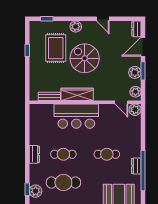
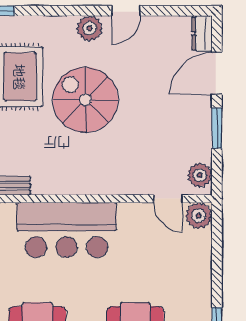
door: (103, 19) -> (126, 11), hinge flipped
plant: (76, 27) -> (90, 28), moved
plant: (135, 72) -> (198, 132), removed
wardrobe: (77, 94) -> (68, 181), removed

